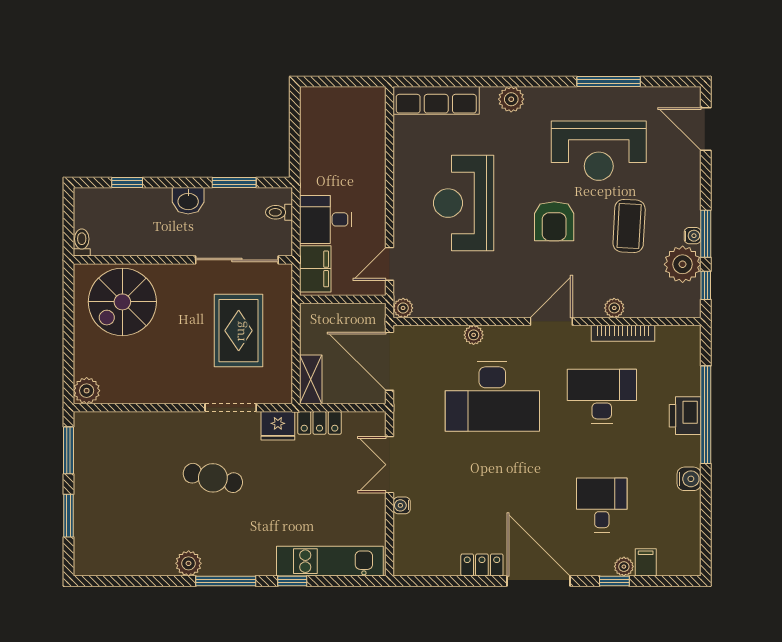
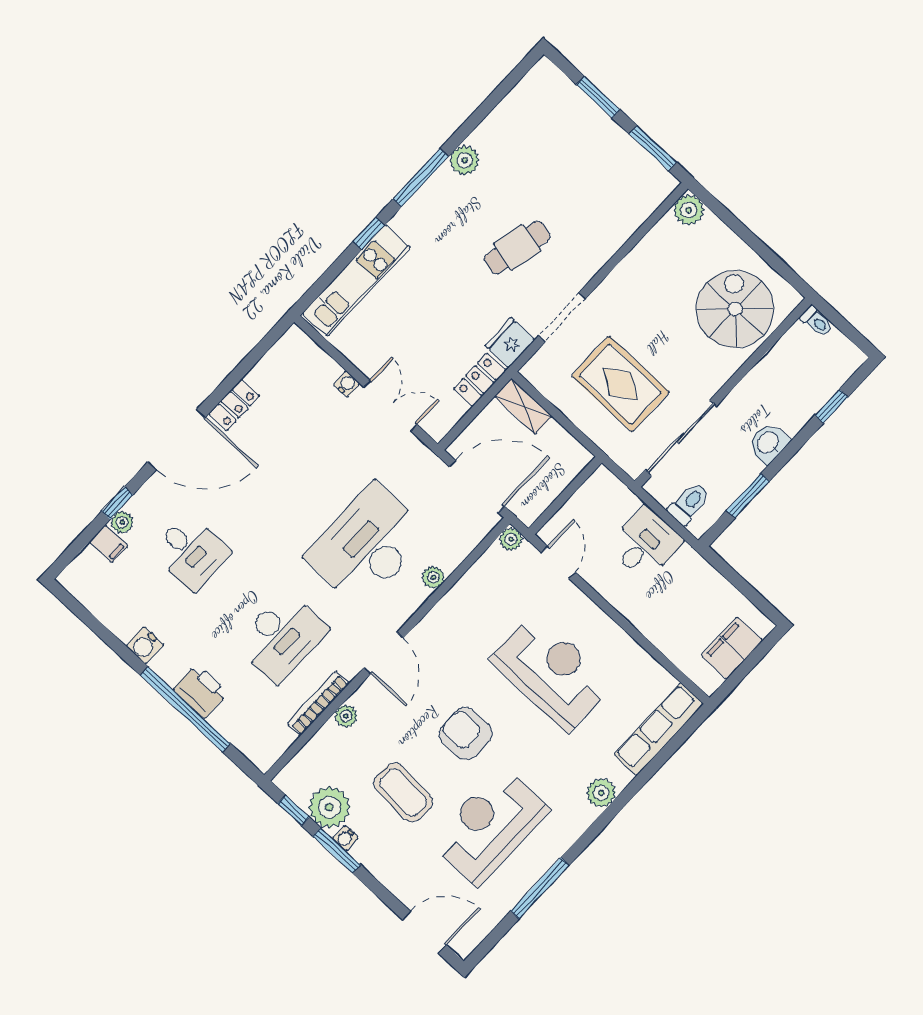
toilet: (279, 212) -> (689, 503), width x1.37, depth x1.39
filing cabinet: (315, 269) -> (732, 648), moved, turned 90

